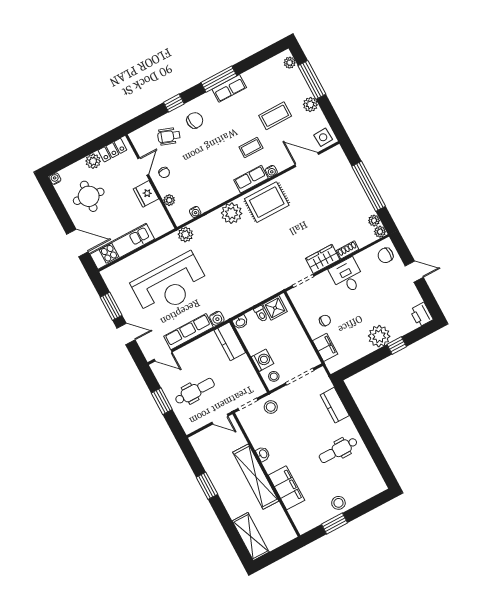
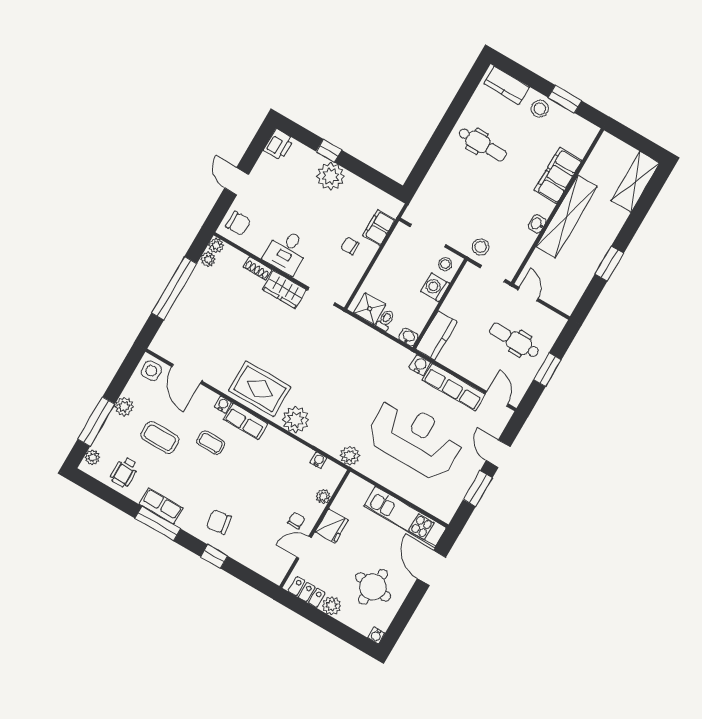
wheelchair: (169, 136) -> (124, 472), moved, turned 71
kitchen counter: (335, 405) -> (507, 85), moved, turned 90

